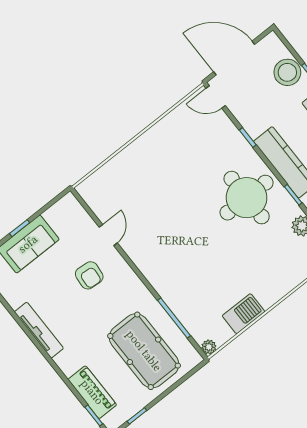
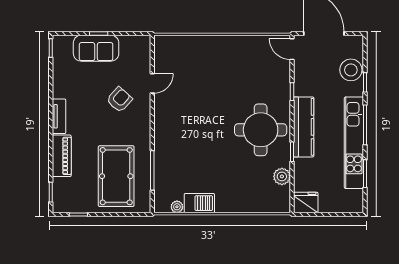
armchair: (89, 275) -> (119, 100), turned -143
tv unit: (39, 330) -> (59, 116), width x0.71
plant: (209, 347) -> (177, 207), moved
piano: (92, 392) -> (62, 156), moved

